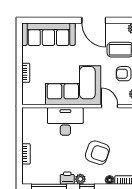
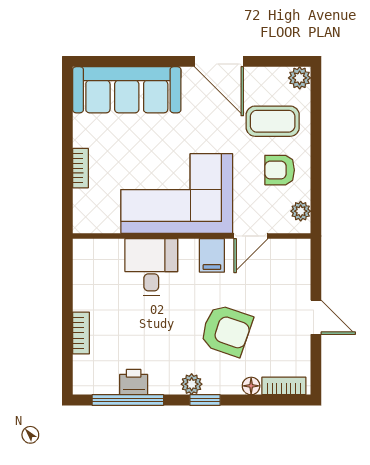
door: (110, 106) -> (251, 236), swing flipped
filing cabinet: (90, 116) -> (212, 255), added
desk: (65, 121) -> (151, 267), width x0.73
printer: (67, 178) -> (134, 382), moved

